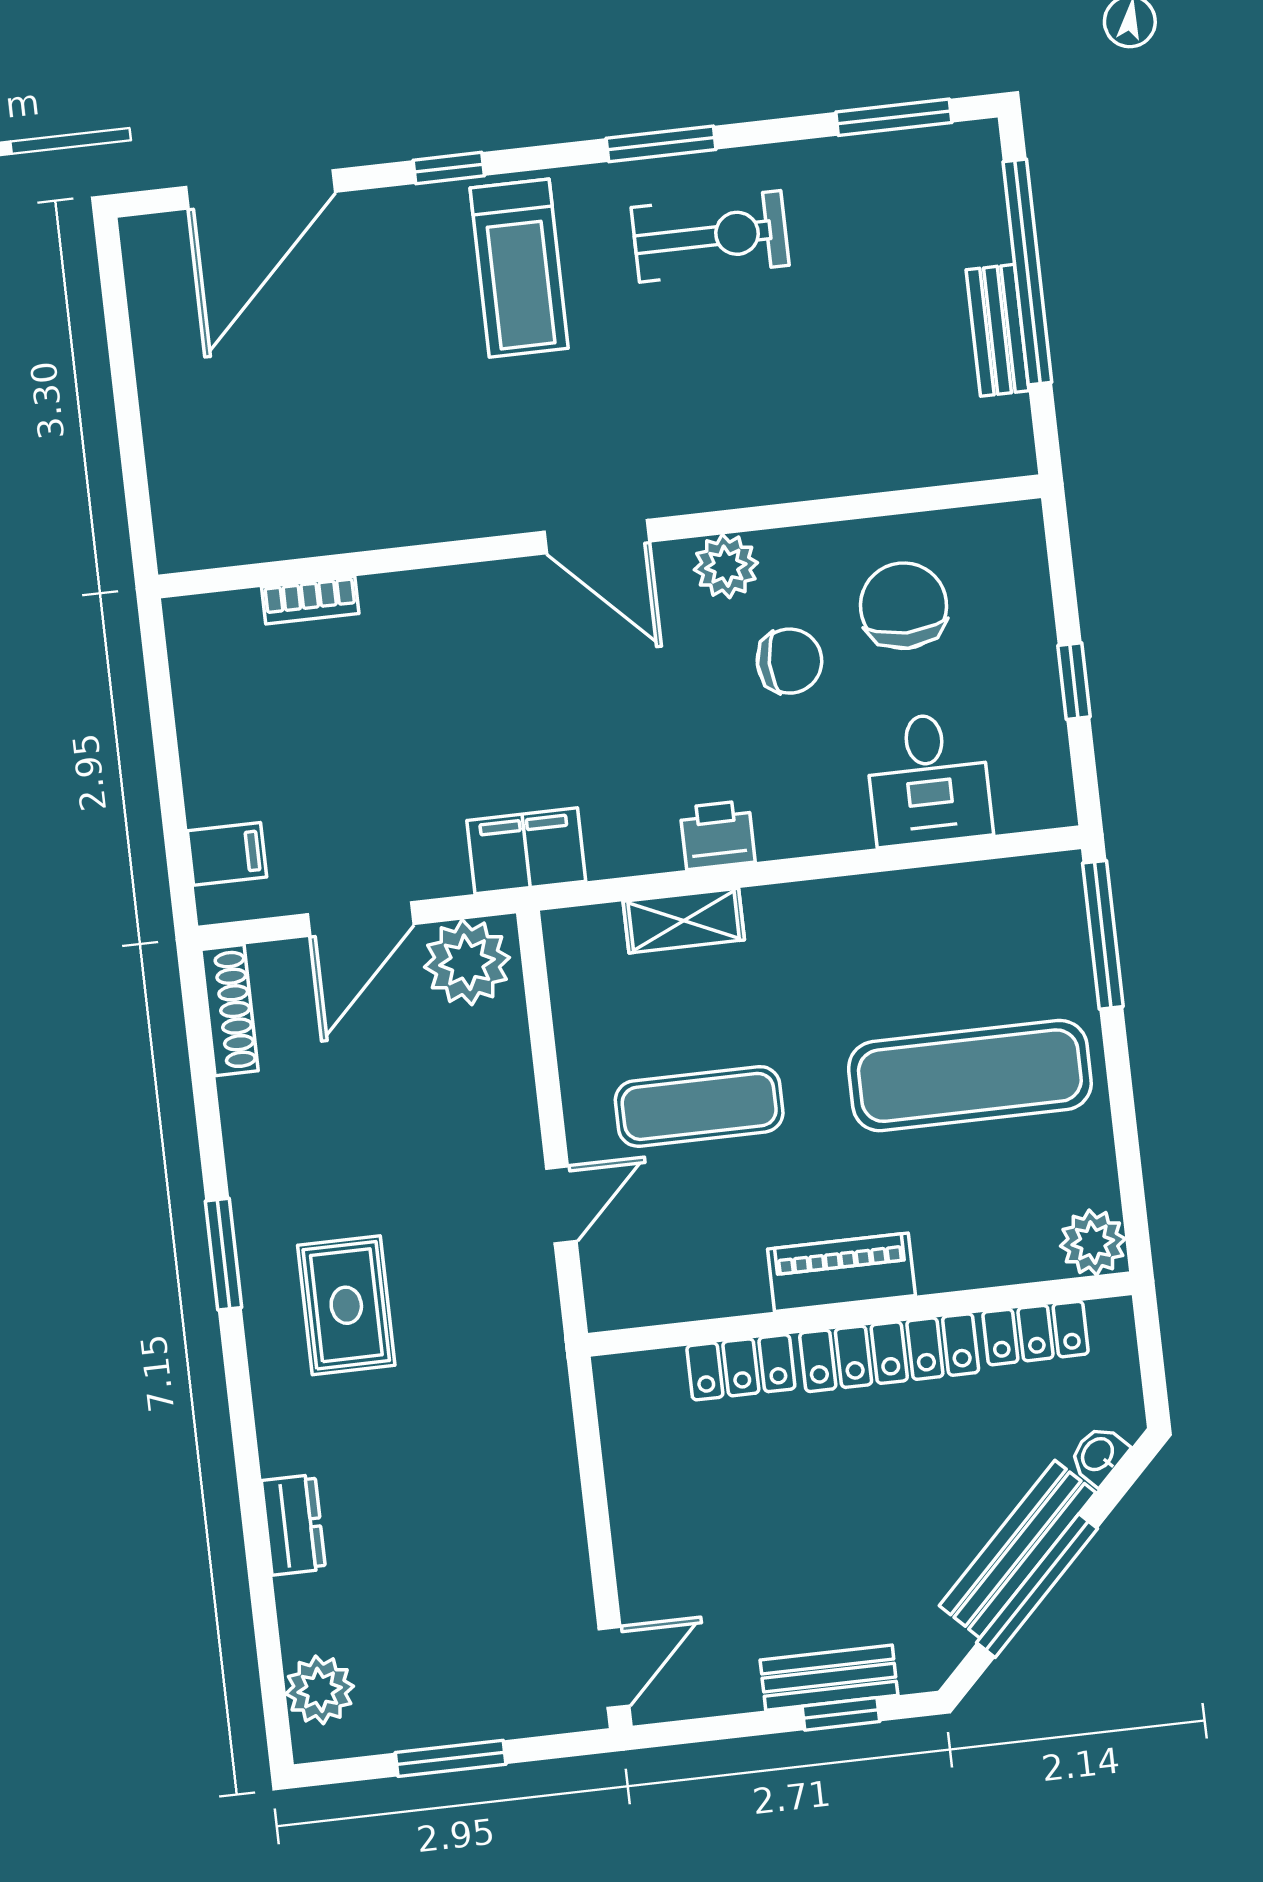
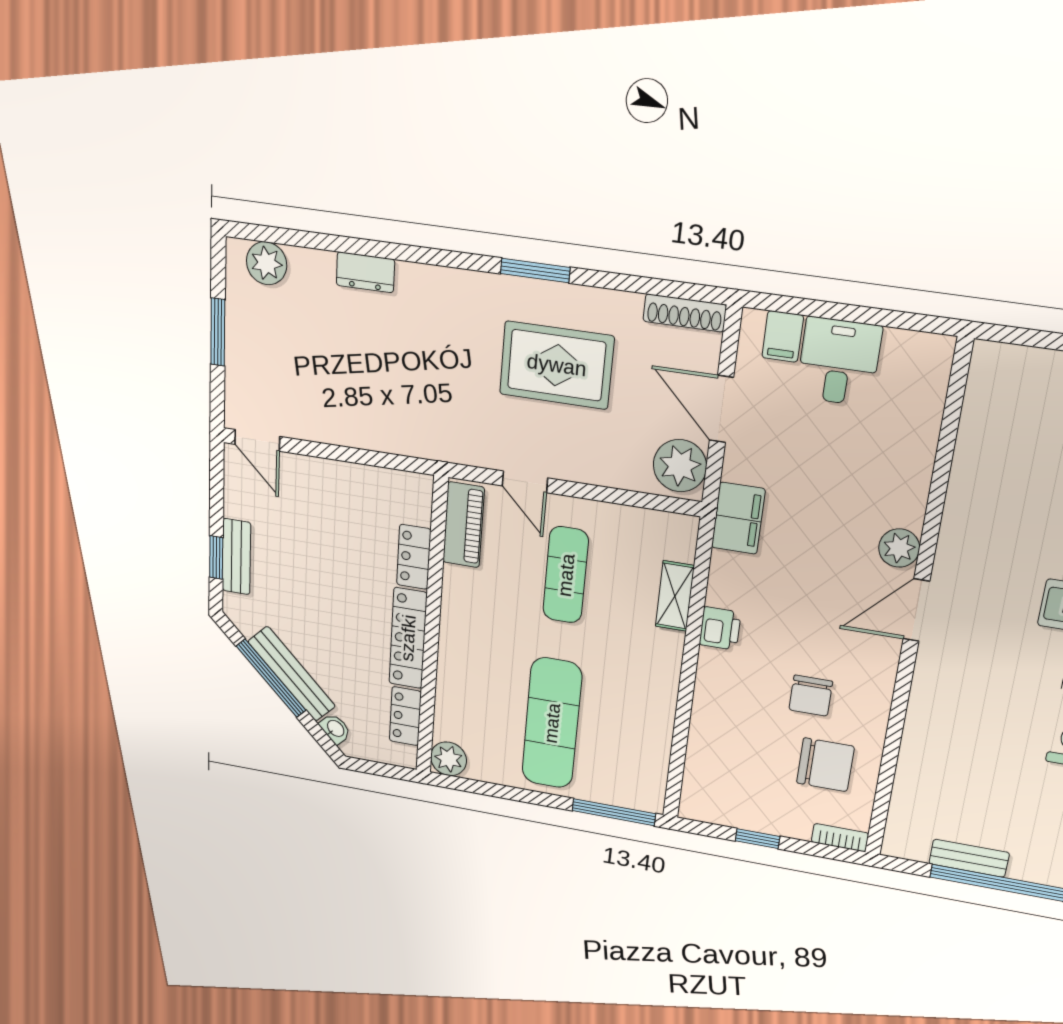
plant: (726, 566) -> (899, 548), moved
bookcase: (310, 600) -> (840, 838), moved, turned 90
desk: (928, 779) -> (839, 362), moved, turned 90
piano: (841, 1272) -> (464, 525), moved
rug: (346, 1305) -> (557, 365), moved, width x1.36, depth x1.43

